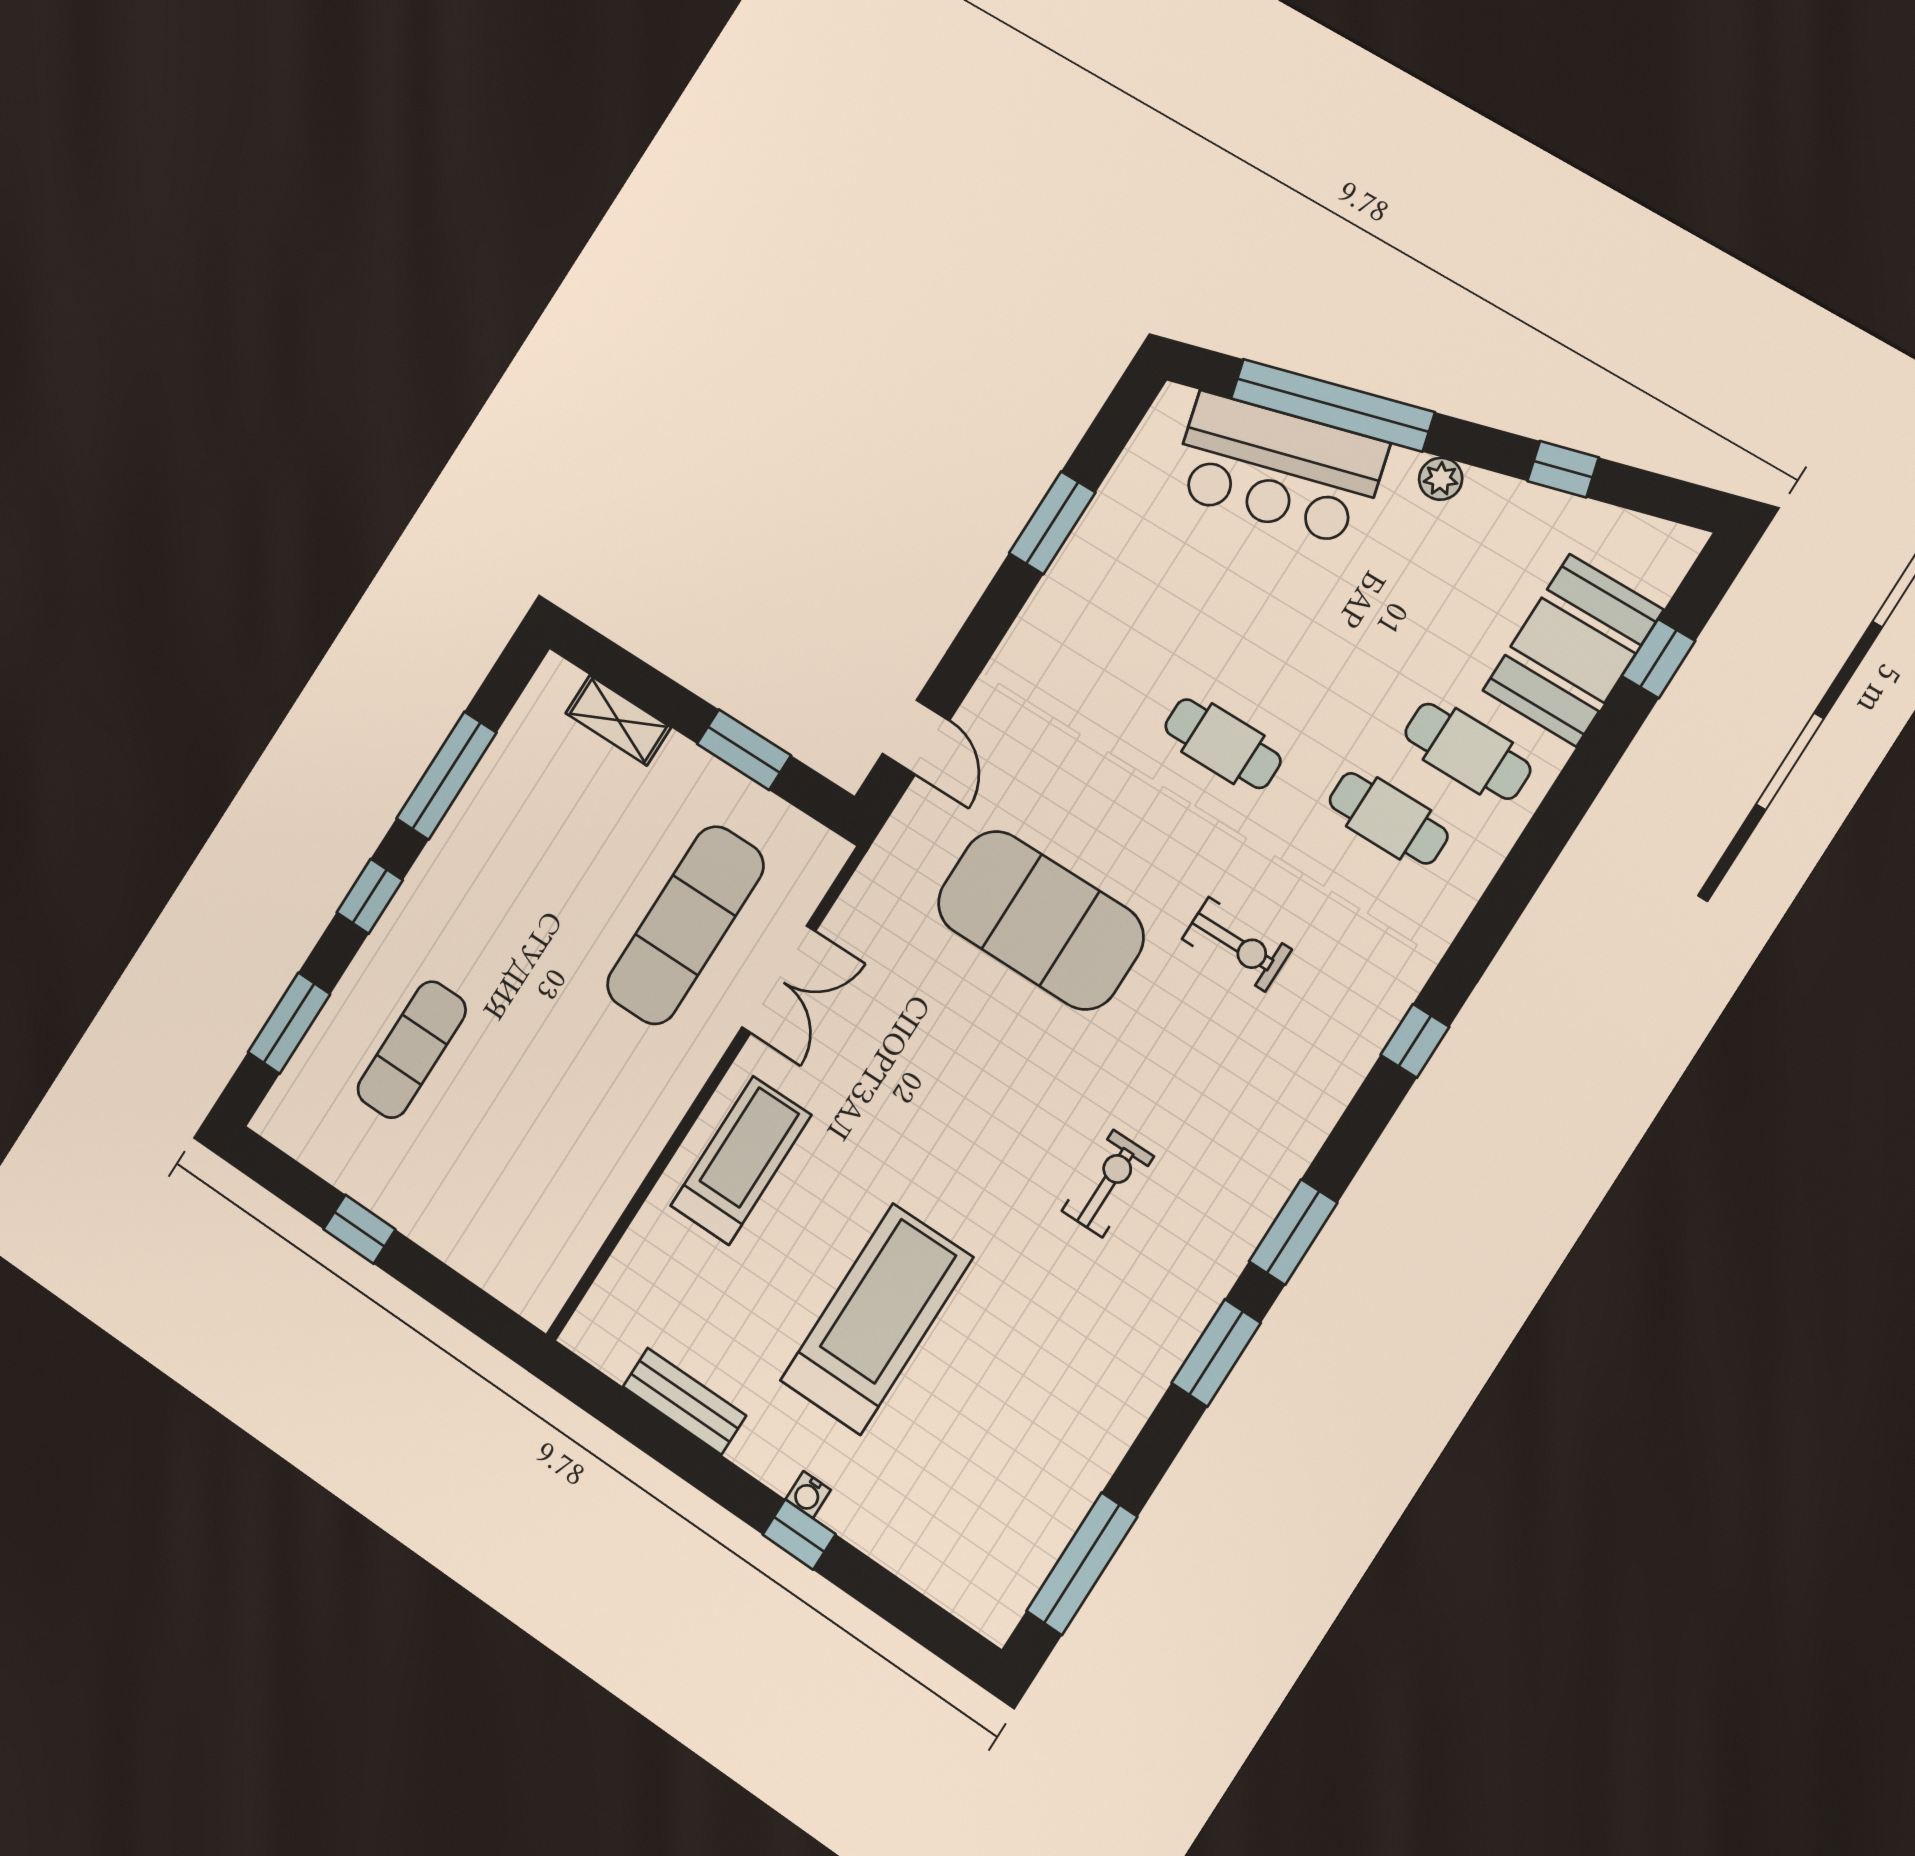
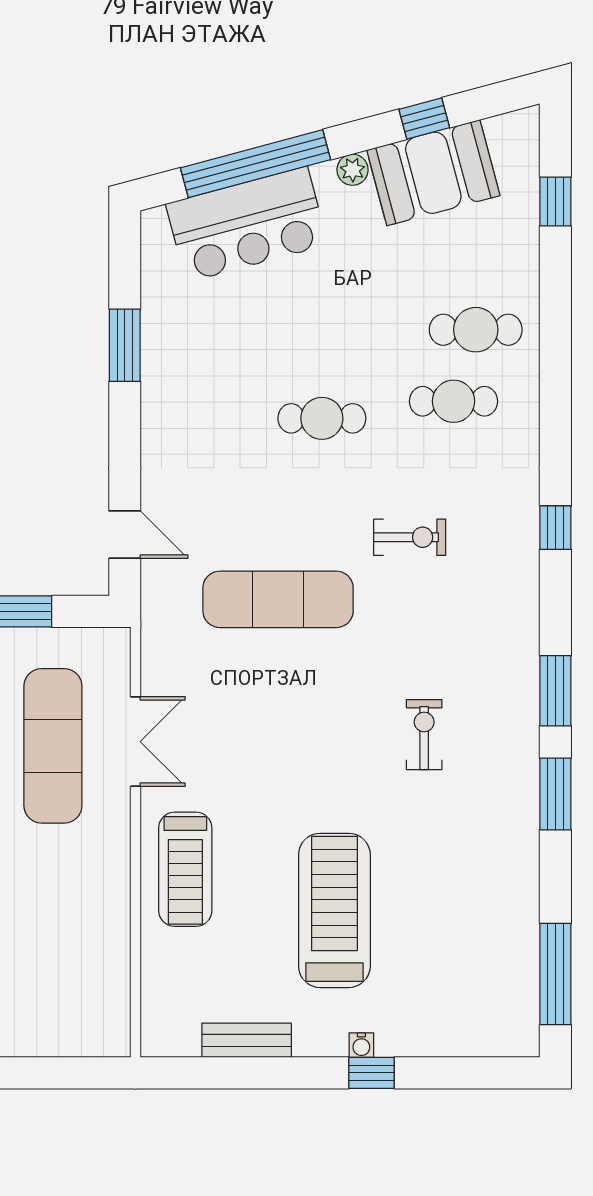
booth: (1573, 650) -> (433, 173), moved, turned 75
exercise mat: (1040, 920) -> (278, 599), width x0.68
treadmill: (741, 1160) -> (185, 869), turned 180

